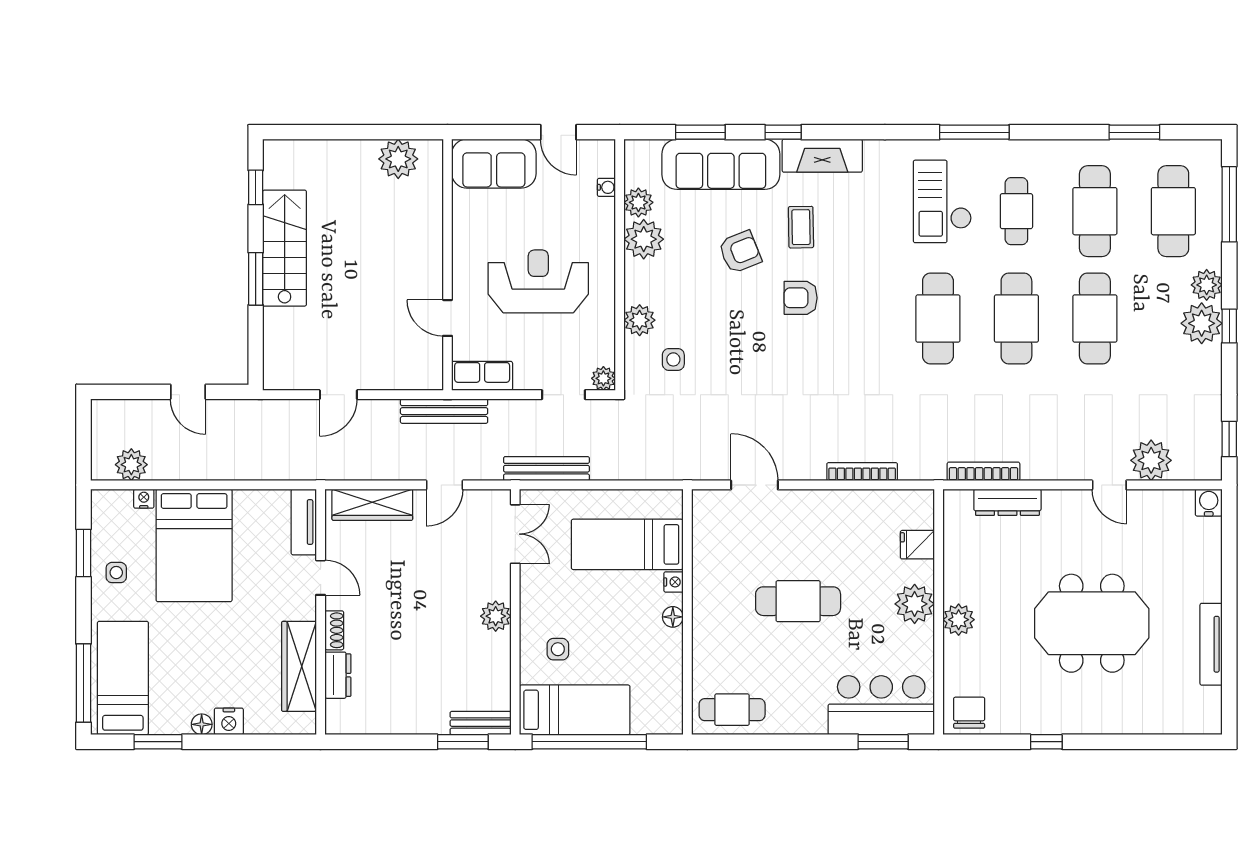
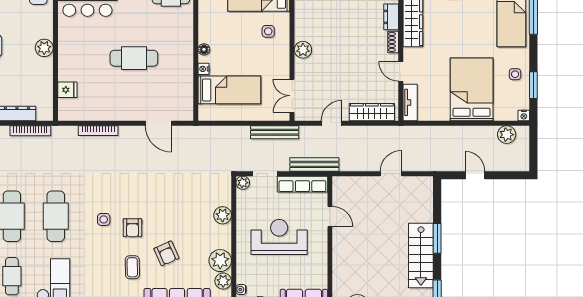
armchair: (740, 252) -> (166, 253), turned -92
reception desk: (538, 281) -> (279, 237), turned 180
armchair: (801, 298) -> (133, 228), turned 90
side table: (673, 359) -> (104, 219), moved
row of seats: (482, 376) -> (302, 184), width x1.48
bench: (444, 411) -> (314, 164), moved
nightstand: (144, 499) -> (524, 115), moved
plant: (915, 604) -> (69, 57), removed

